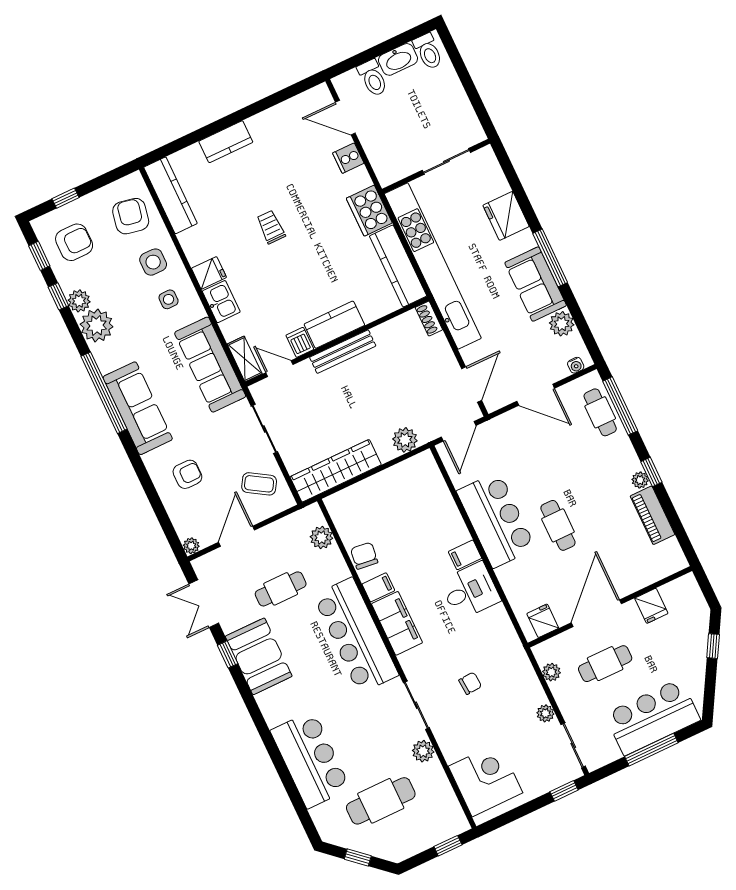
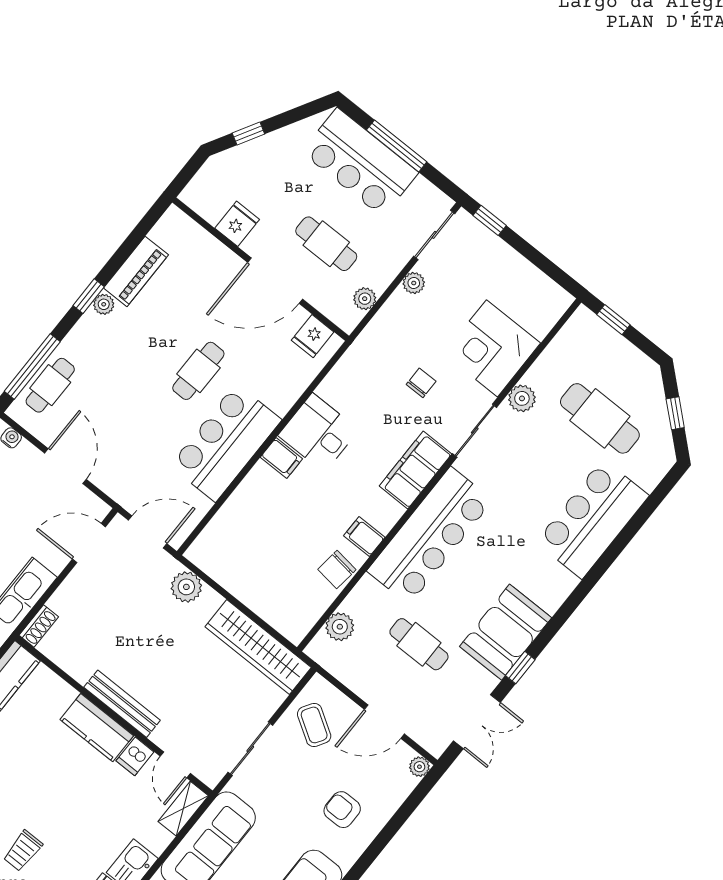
filing cabinet: (397, 623) -> (415, 470), moved
chair: (470, 683) -> (421, 383), turned 94
corner desk: (485, 780) -> (492, 348), moved

